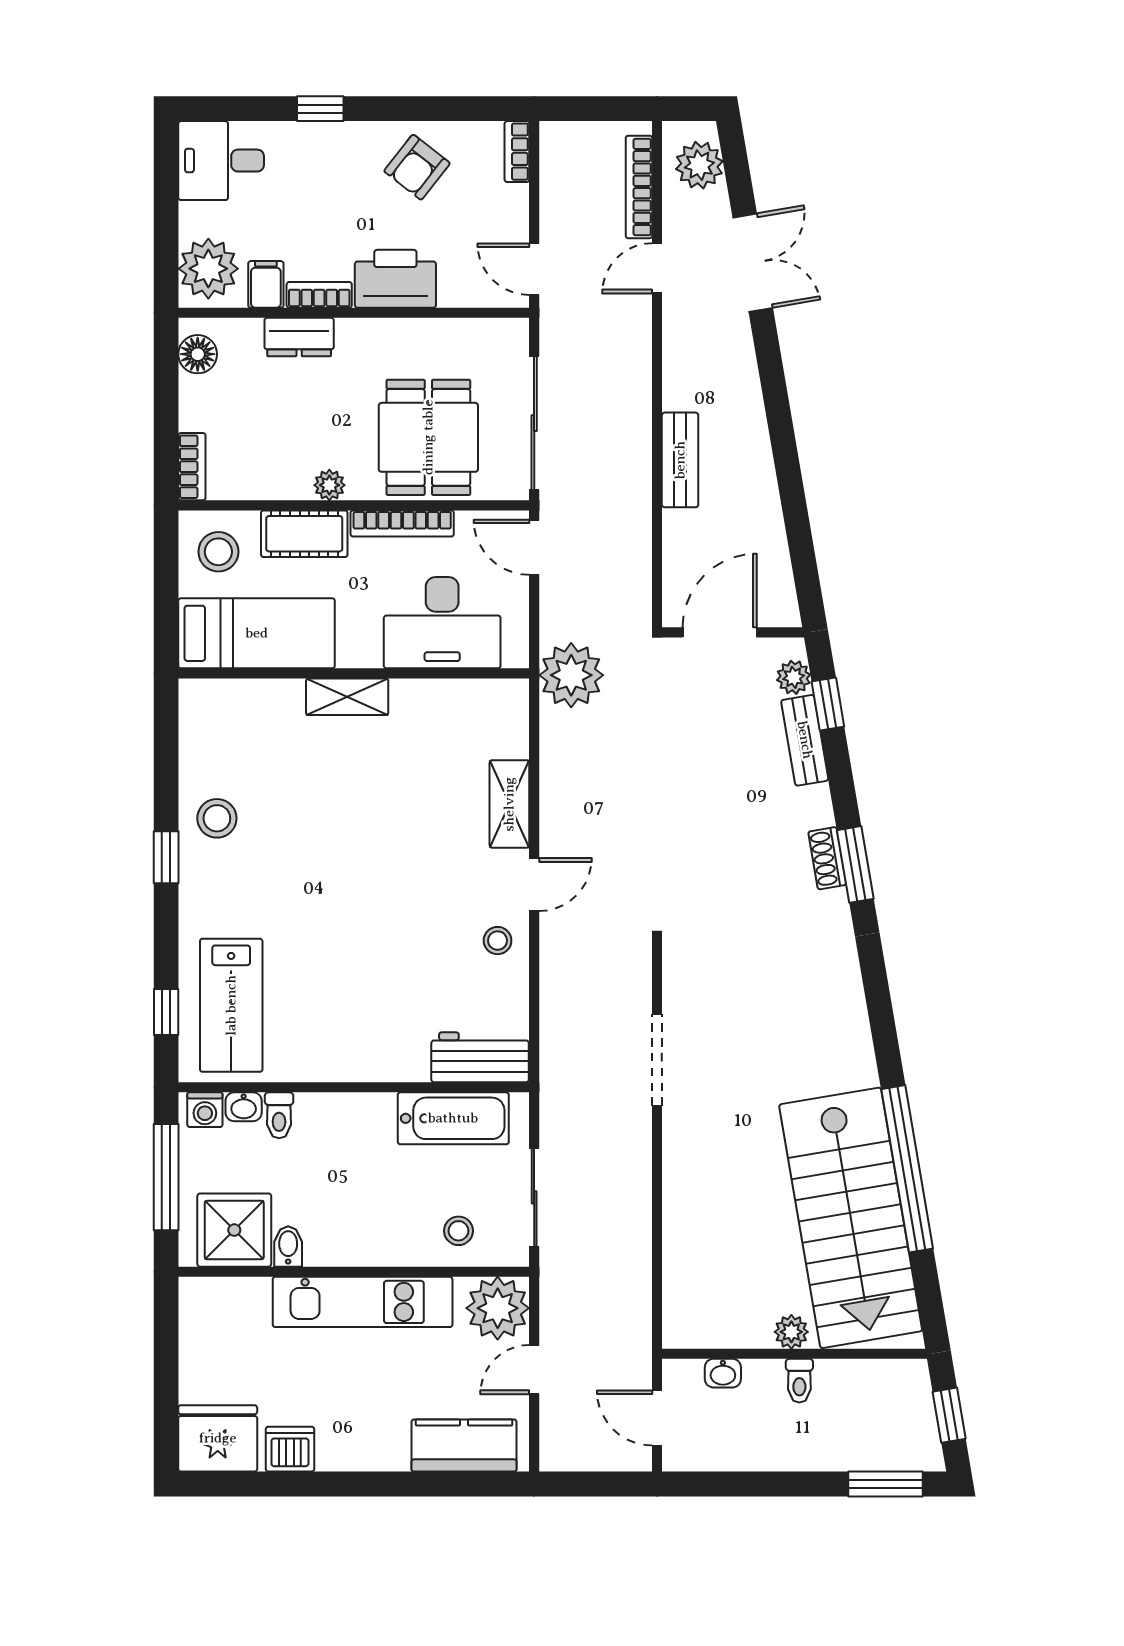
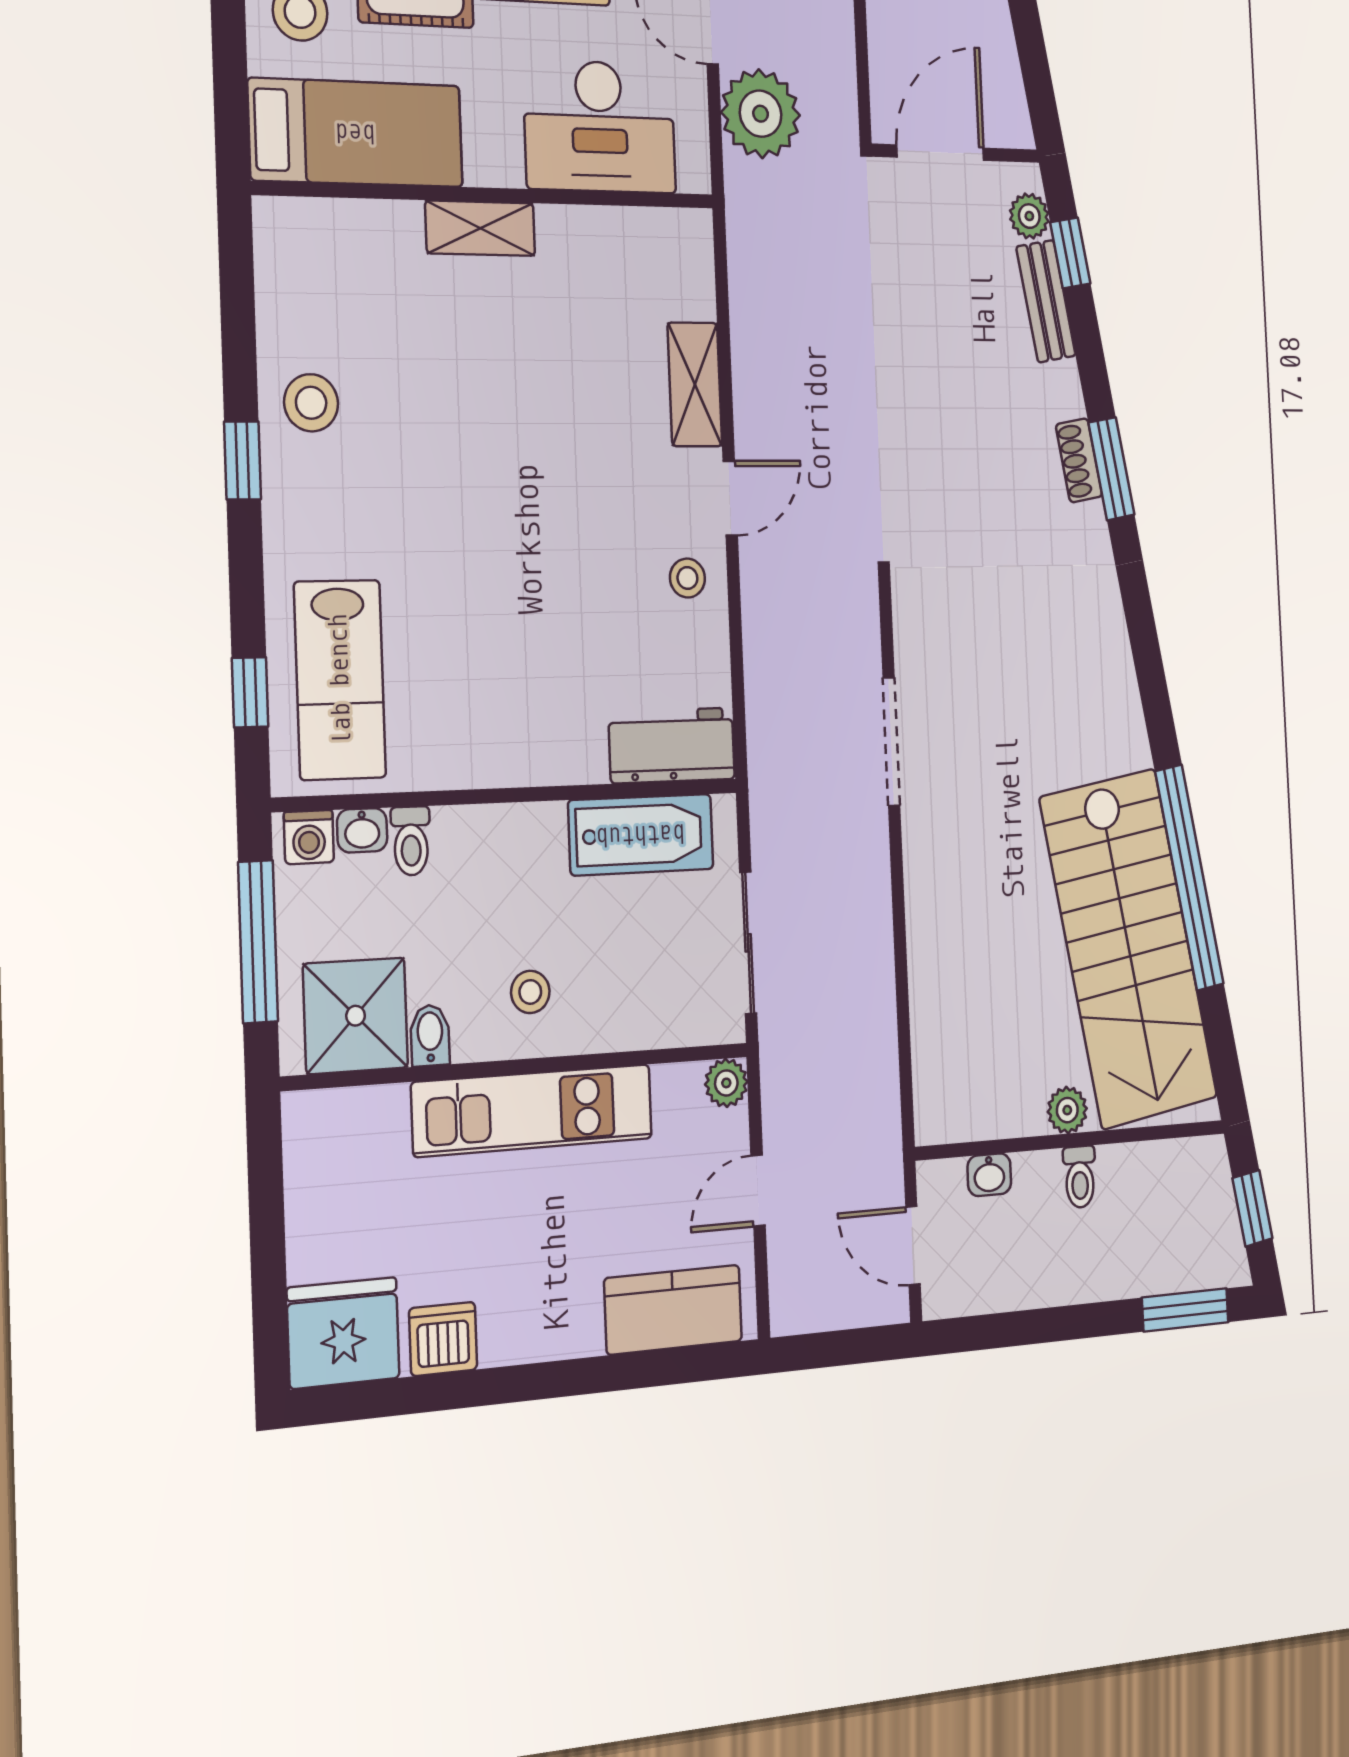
plant: (571, 675) -> (761, 114), moved
stool: (458, 1231) -> (530, 992), moved
plant: (498, 1308) -> (726, 1083), width x0.53, depth x0.53

